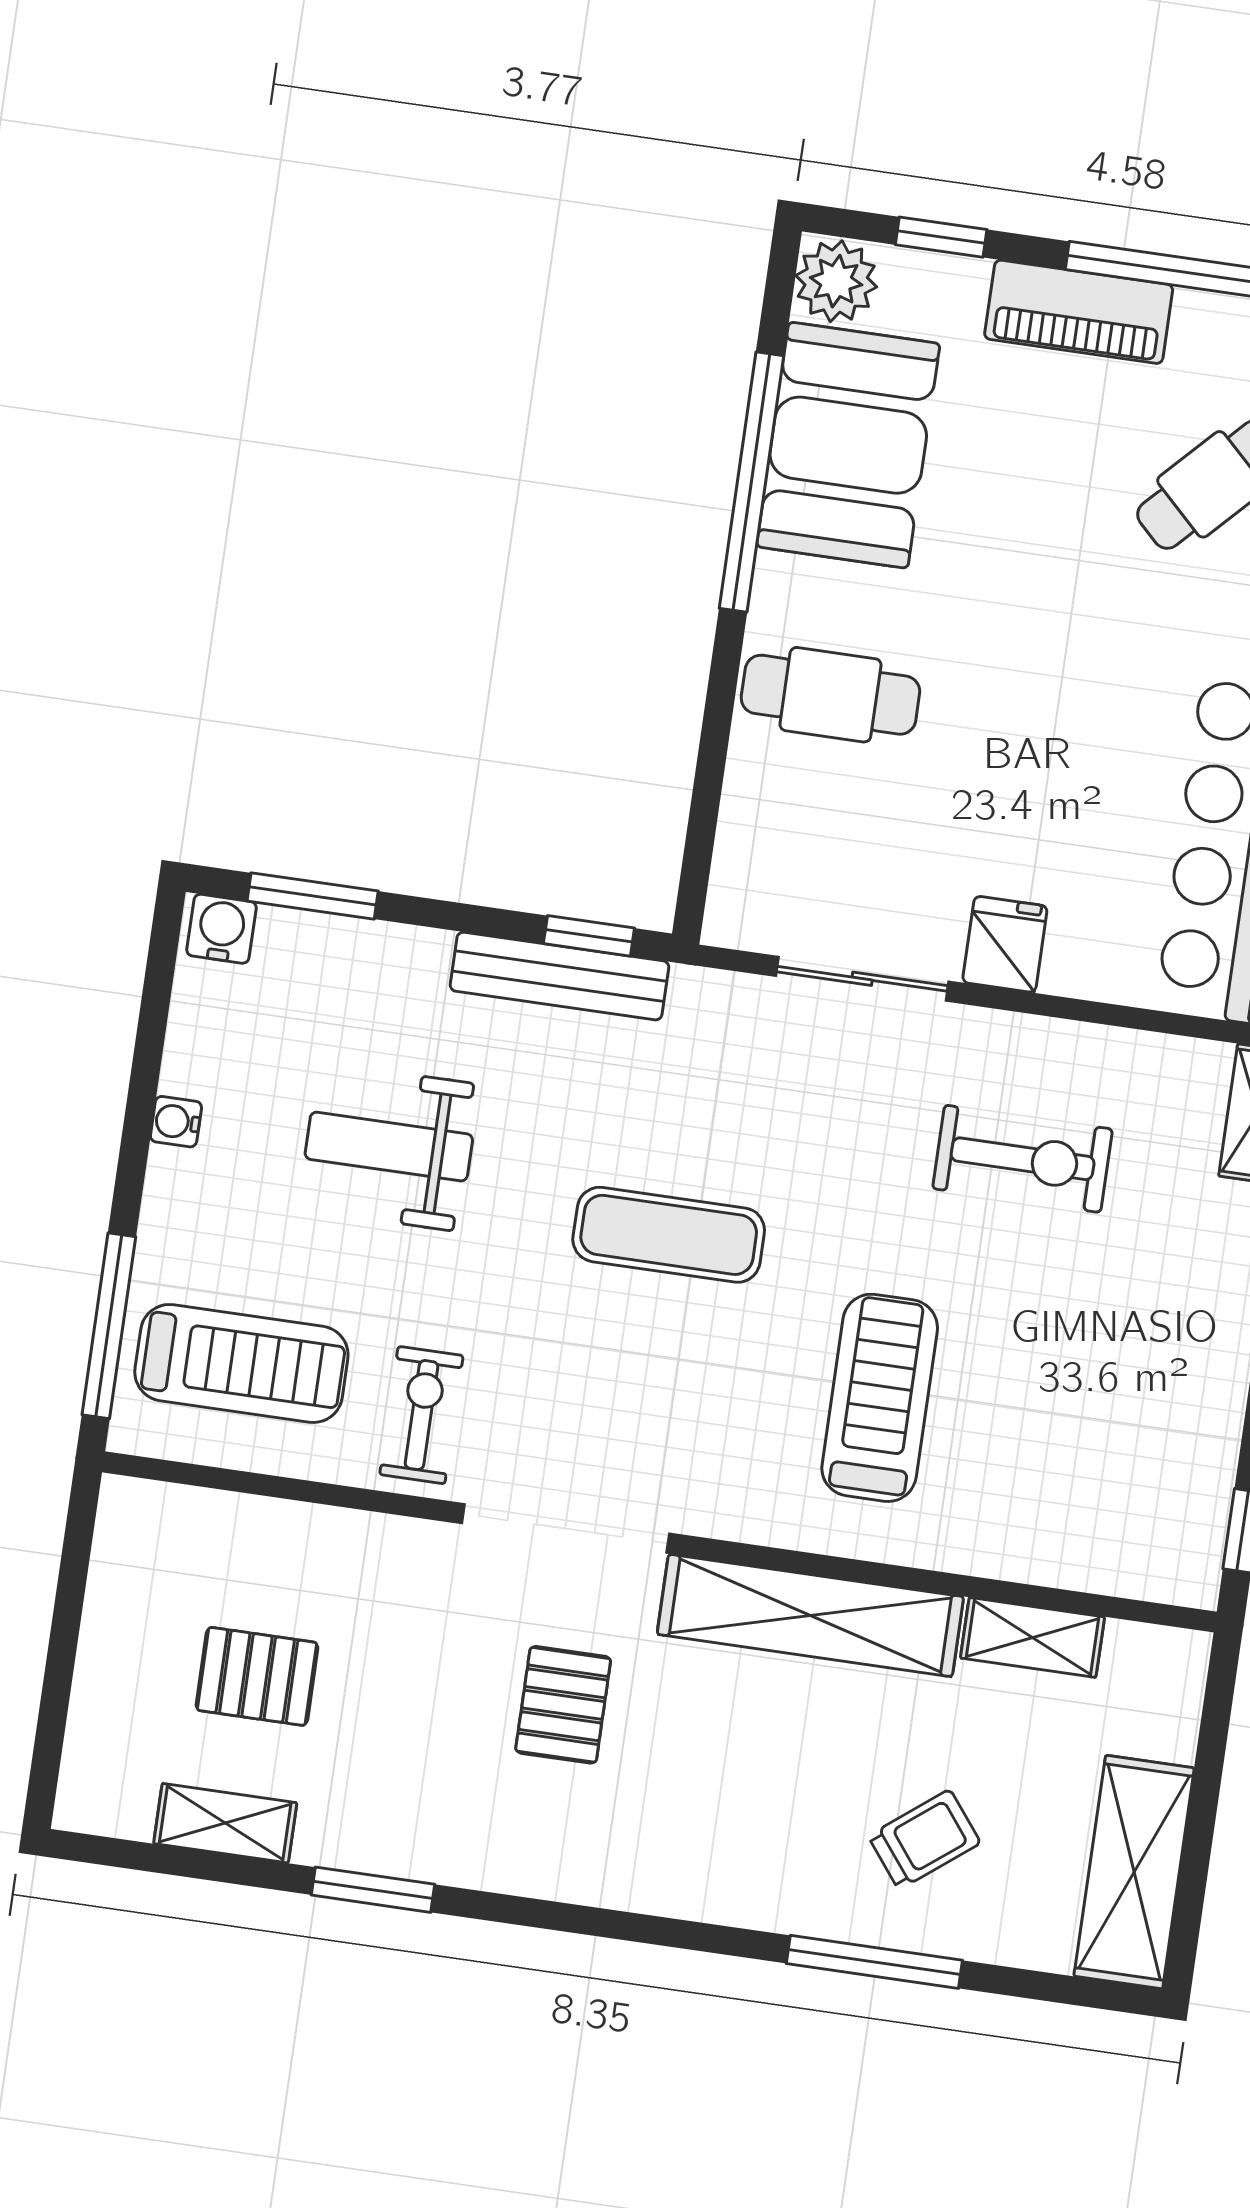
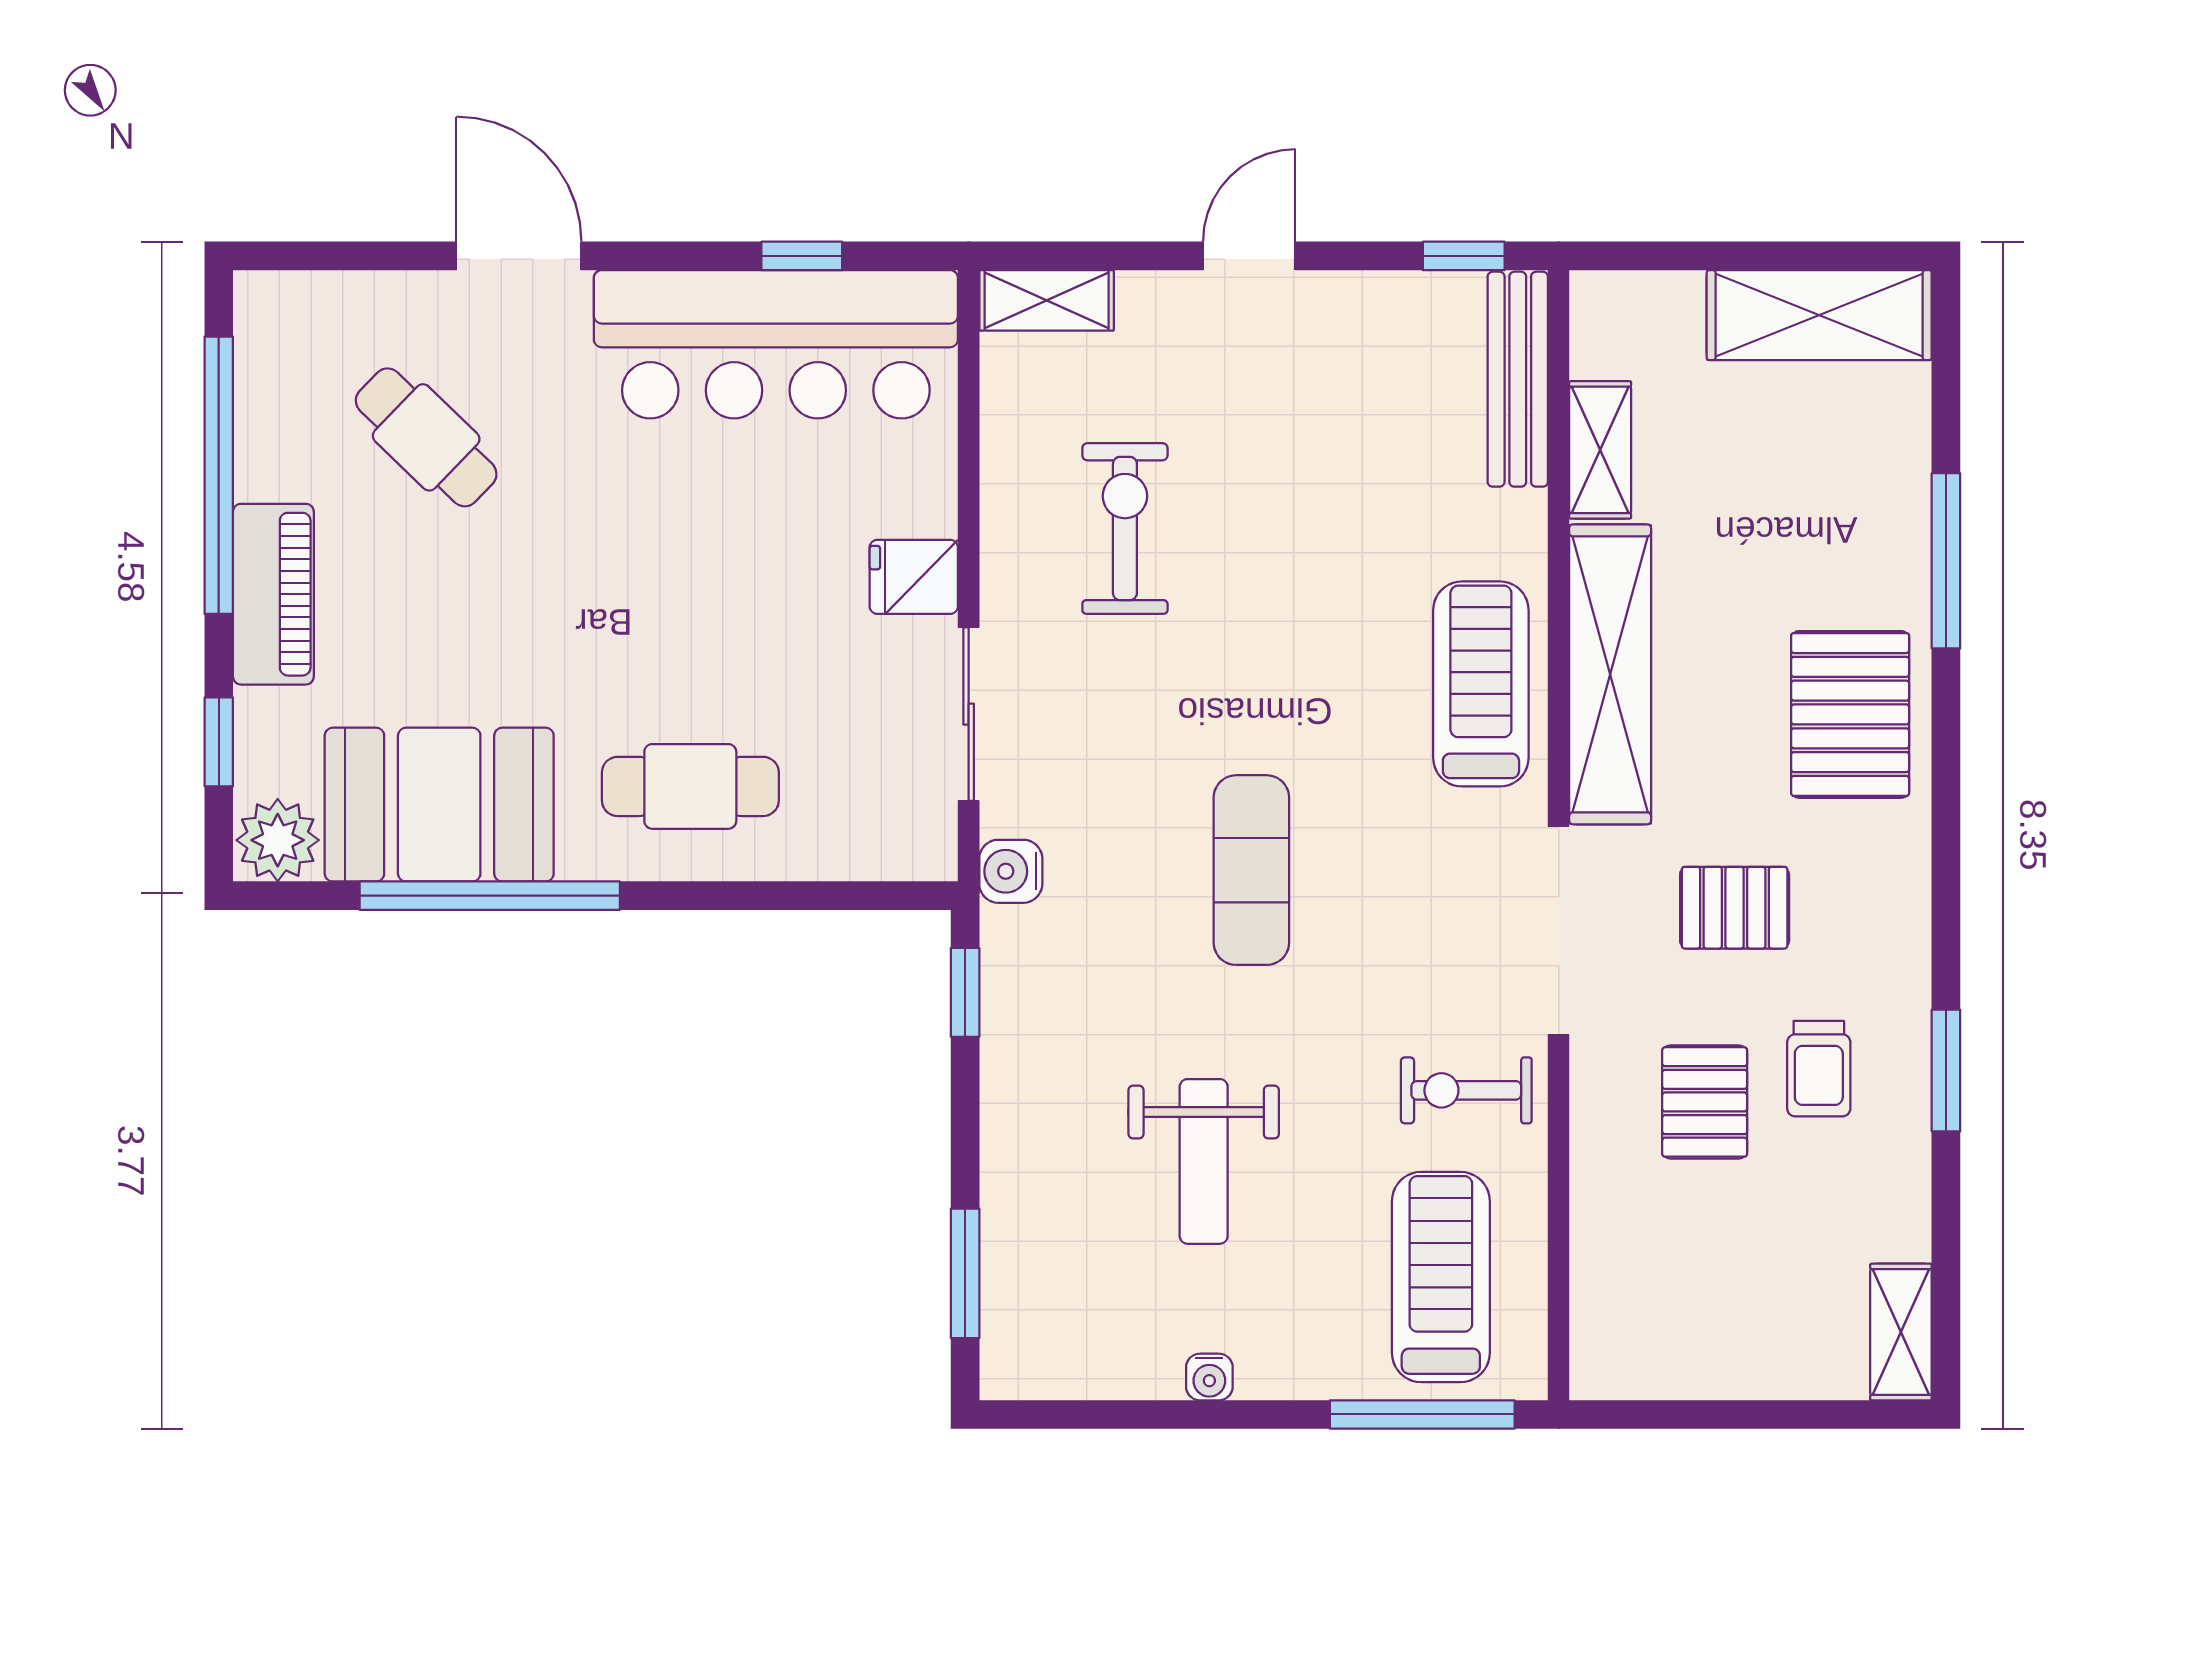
cafe table: (830, 695) -> (690, 786), turned 90
water cooler: (221, 929) -> (1011, 871), moved
bench: (559, 976) -> (1518, 379), moved
treadmill: (880, 1398) -> (1481, 684), moved, turned 90
pallet: (257, 1676) -> (1705, 1102), moved
shelving: (225, 1823) -> (1901, 1332), moved
trolley: (924, 1839) -> (1819, 1069), moved, turned -142
pallet: (737, 1846) -> (1850, 714), added

